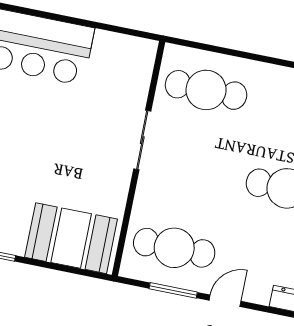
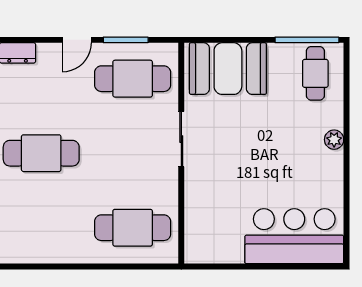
sliding door: (142, 140) -> (181, 139), moved

